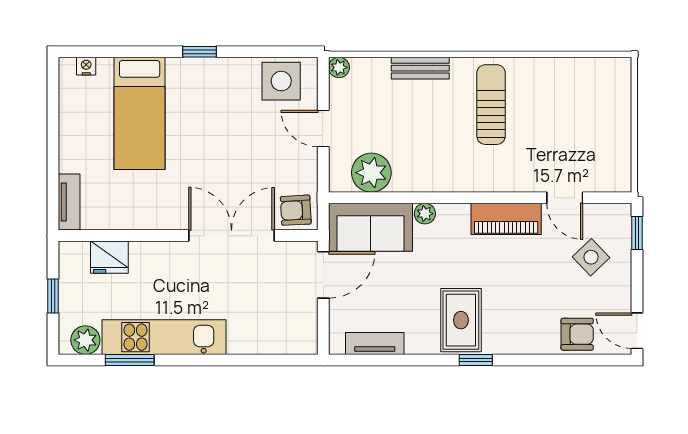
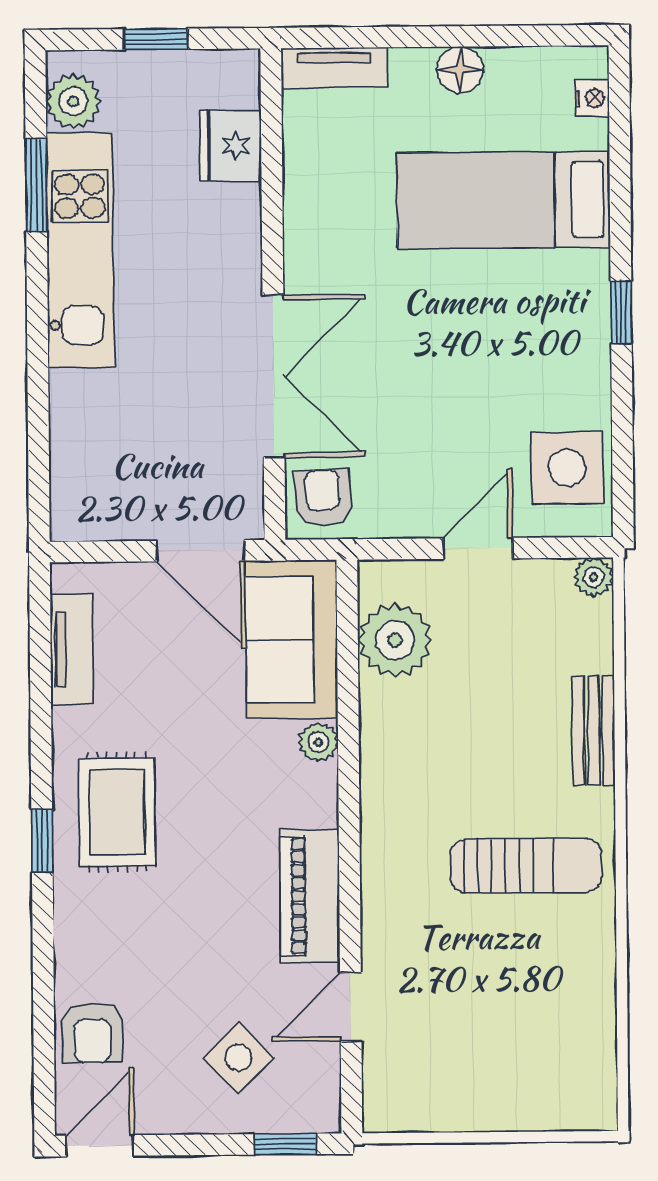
floor lamp: (71, 136) -> (460, 70), added
rug: (461, 320) -> (117, 812), turned 90

